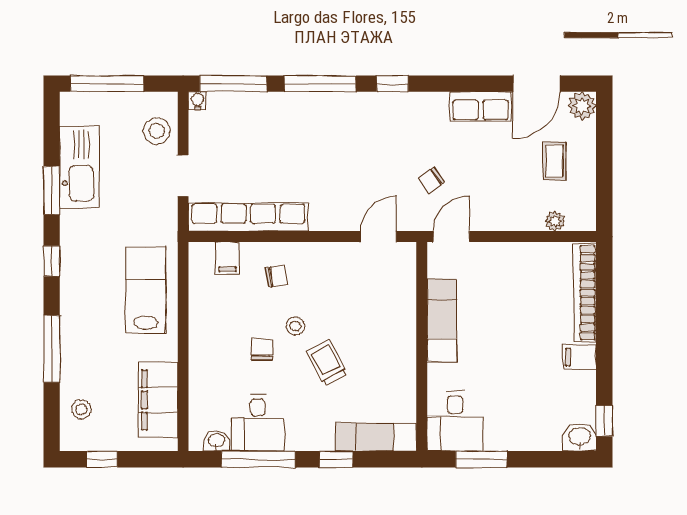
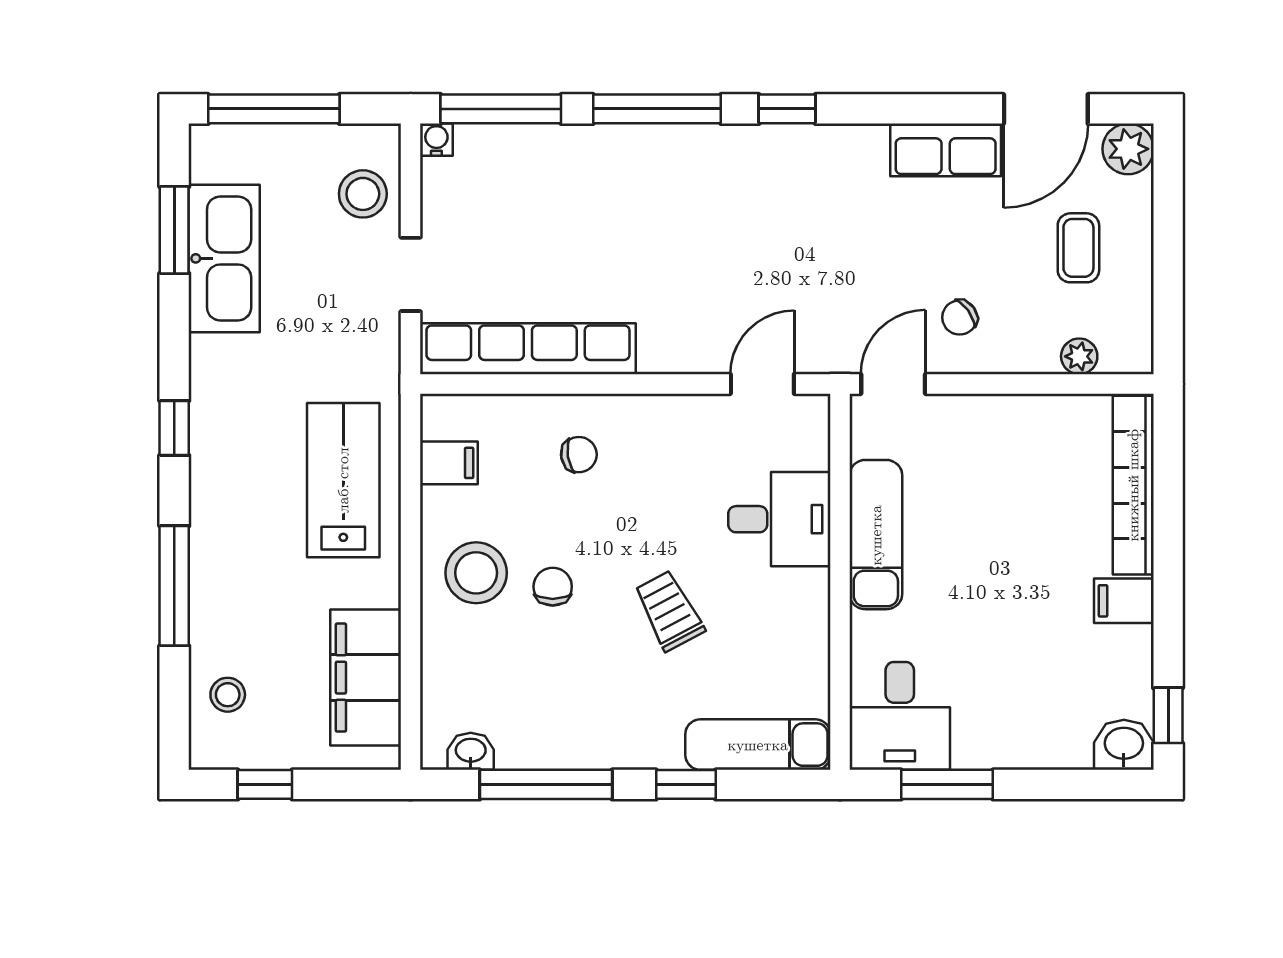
chair: (432, 180) -> (960, 317), moved
window: (52, 190) -> (174, 230), moved
filing cabinet: (227, 258) -> (449, 463), moved, turned -90
stool: (295, 326) -> (476, 573), moved, width x1.89, depth x1.89
desk: (258, 423) -> (779, 519), moved, turned -90

